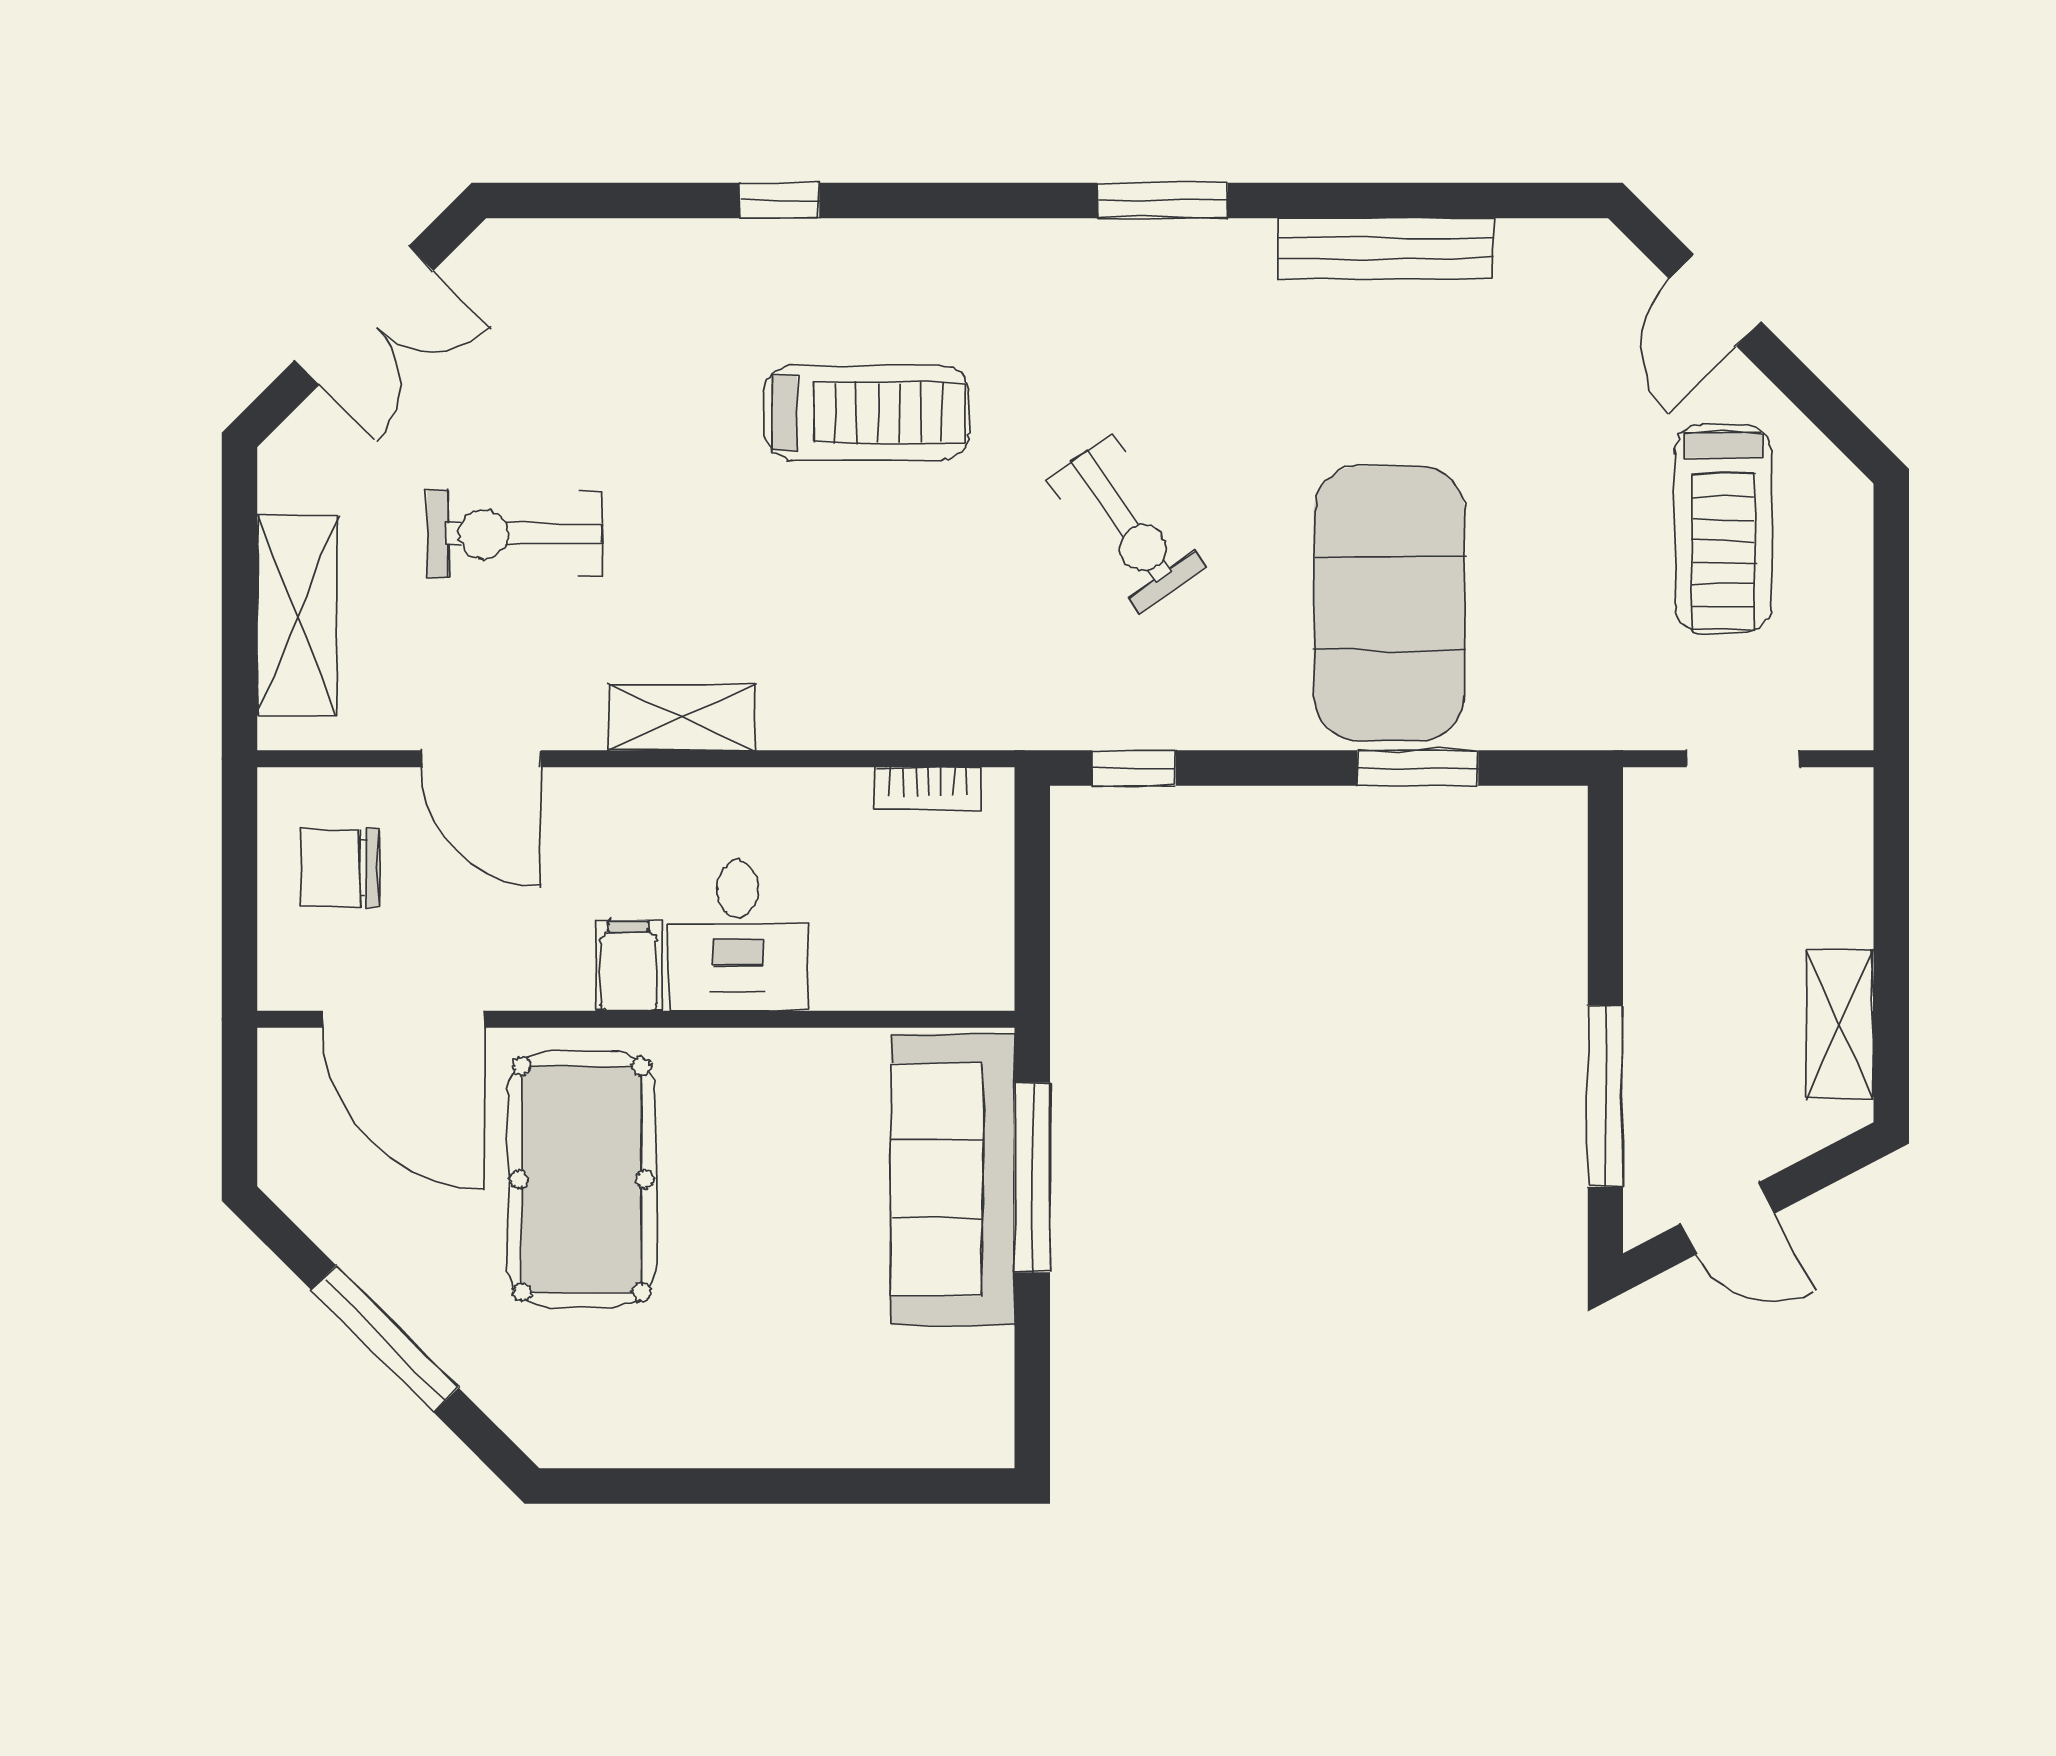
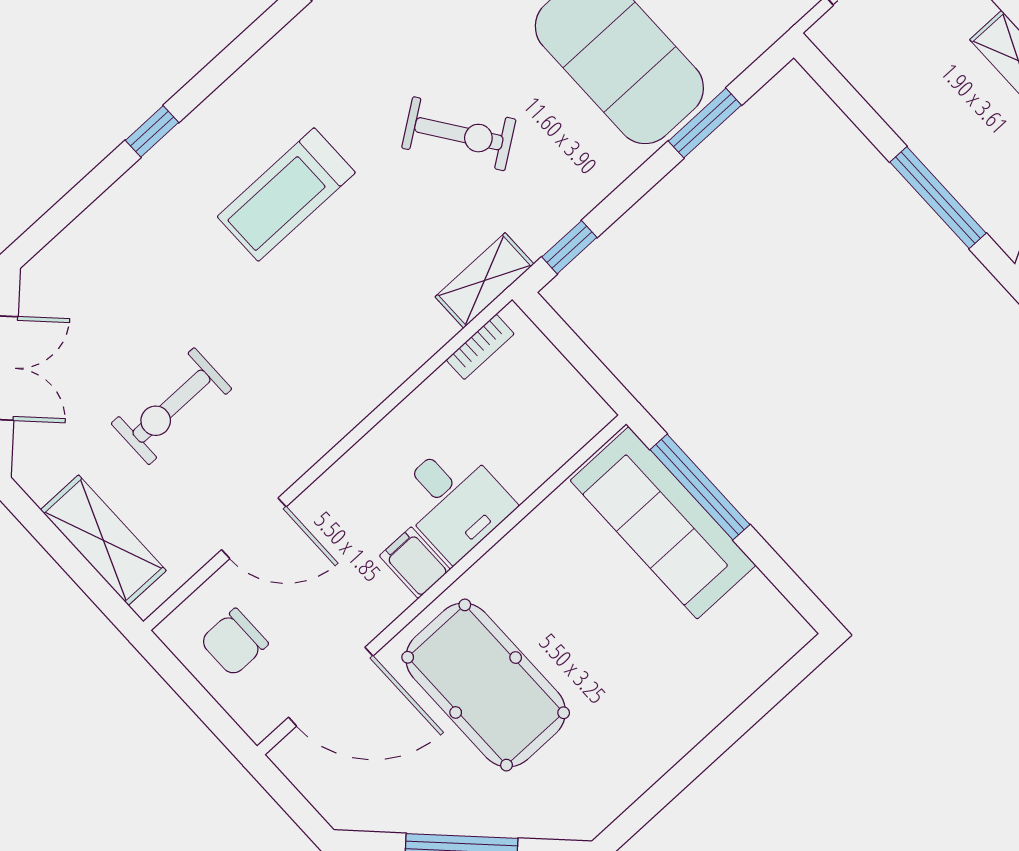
treadmill: (866, 413) -> (286, 195), turned 180
shelving: (681, 717) -> (484, 280), moved

